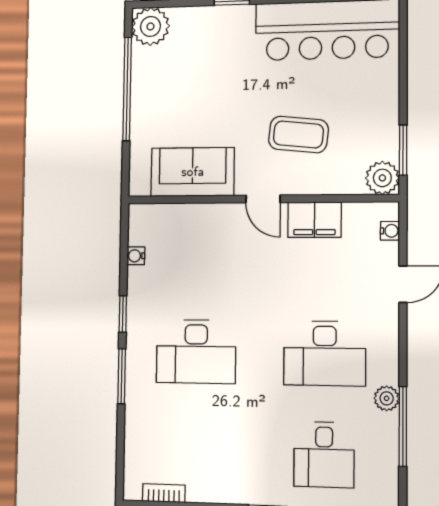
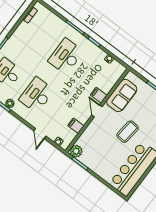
coffee table: (298, 135) -> (128, 132), moved
door: (263, 199) -> (97, 111), hinge flipped
filing cabinet: (227, 220) -> (99, 95), added
filing cabinet: (315, 220) -> (76, 126), width x0.50

